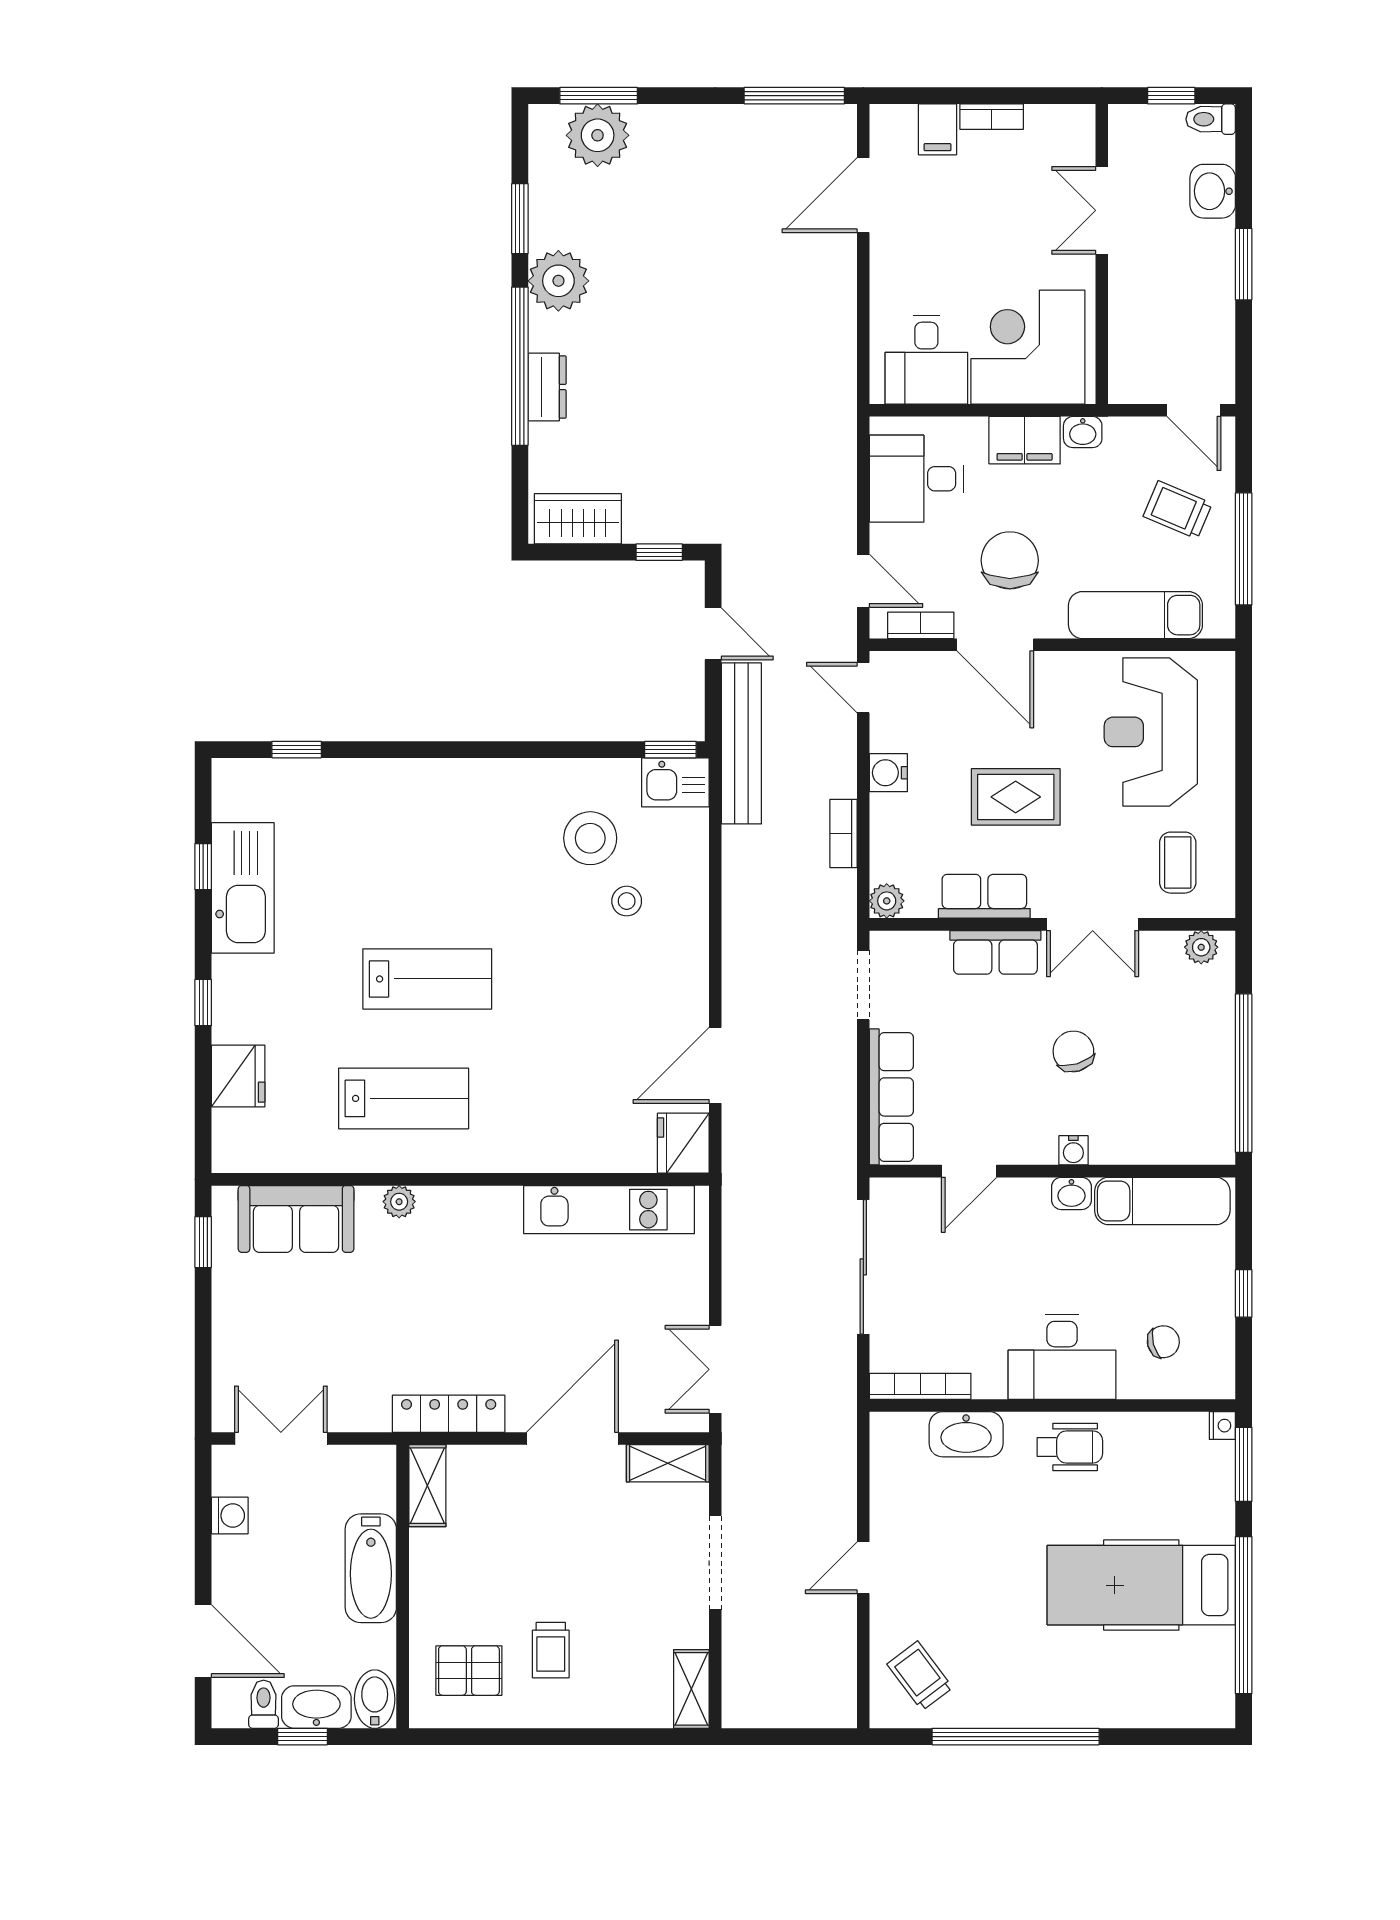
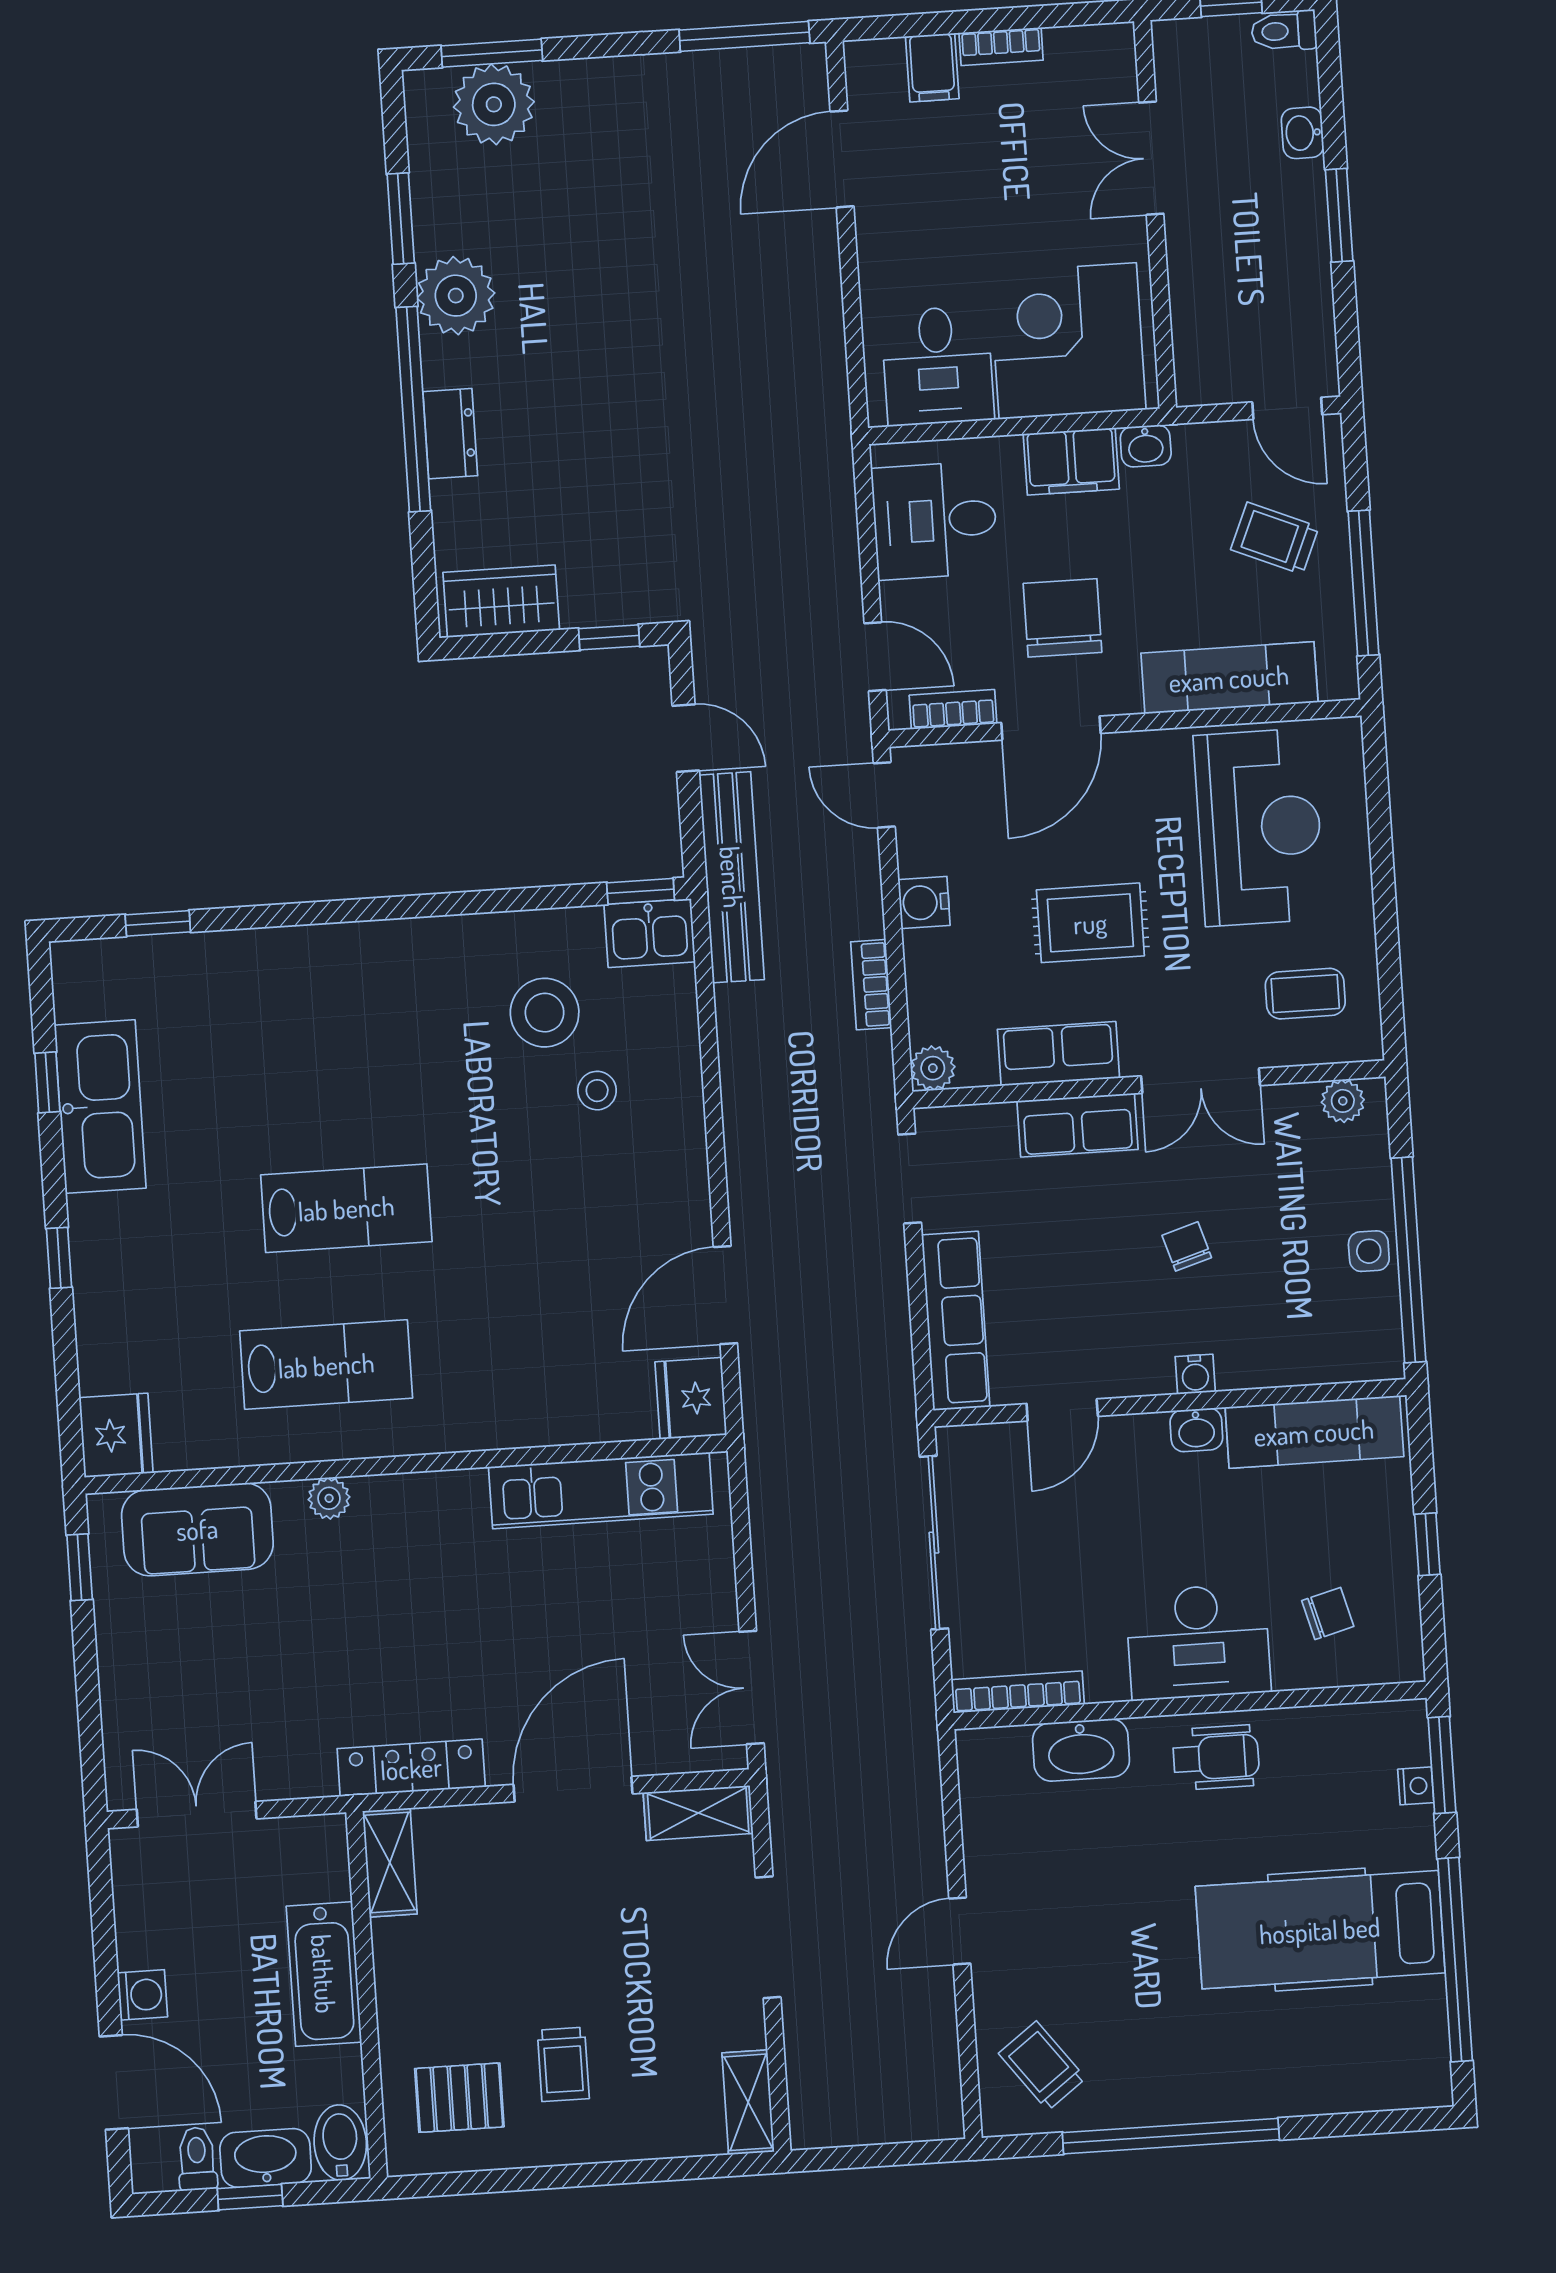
washbasin: (1213, 191) -> (1303, 133), width x0.72, depth x0.69
door: (995, 645) -> (1051, 728), hinge flipped
reception desk: (1151, 732) -> (1259, 827), turned 180
coffee table: (1178, 863) -> (1305, 994), turned 90
chair: (1073, 1051) -> (1187, 1246), width x0.73, depth x0.73
side table: (1214, 1064) -> (1369, 1251), added
fridge: (238, 1076) -> (116, 1435), moved
nightstand: (1222, 1426) -> (1416, 1786), moved
washing machine: (230, 1515) -> (142, 1995), moved

